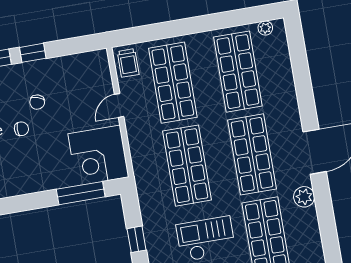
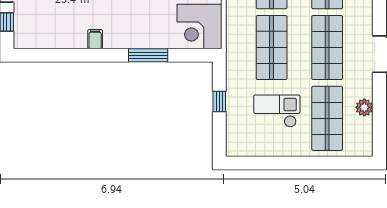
window: (81, 193) -> (148, 55), moved
plant: (304, 197) -> (364, 107), moved

